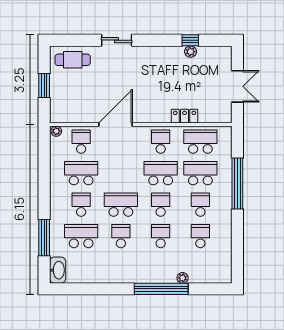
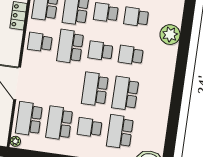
school desk: (81, 142) -> (29, 119), width x1.85
school desk: (121, 236) -> (125, 93), width x1.85
plant: (183, 278) -> (170, 35), width x1.88, depth x1.88
window: (161, 289) -> (182, 62), removed

